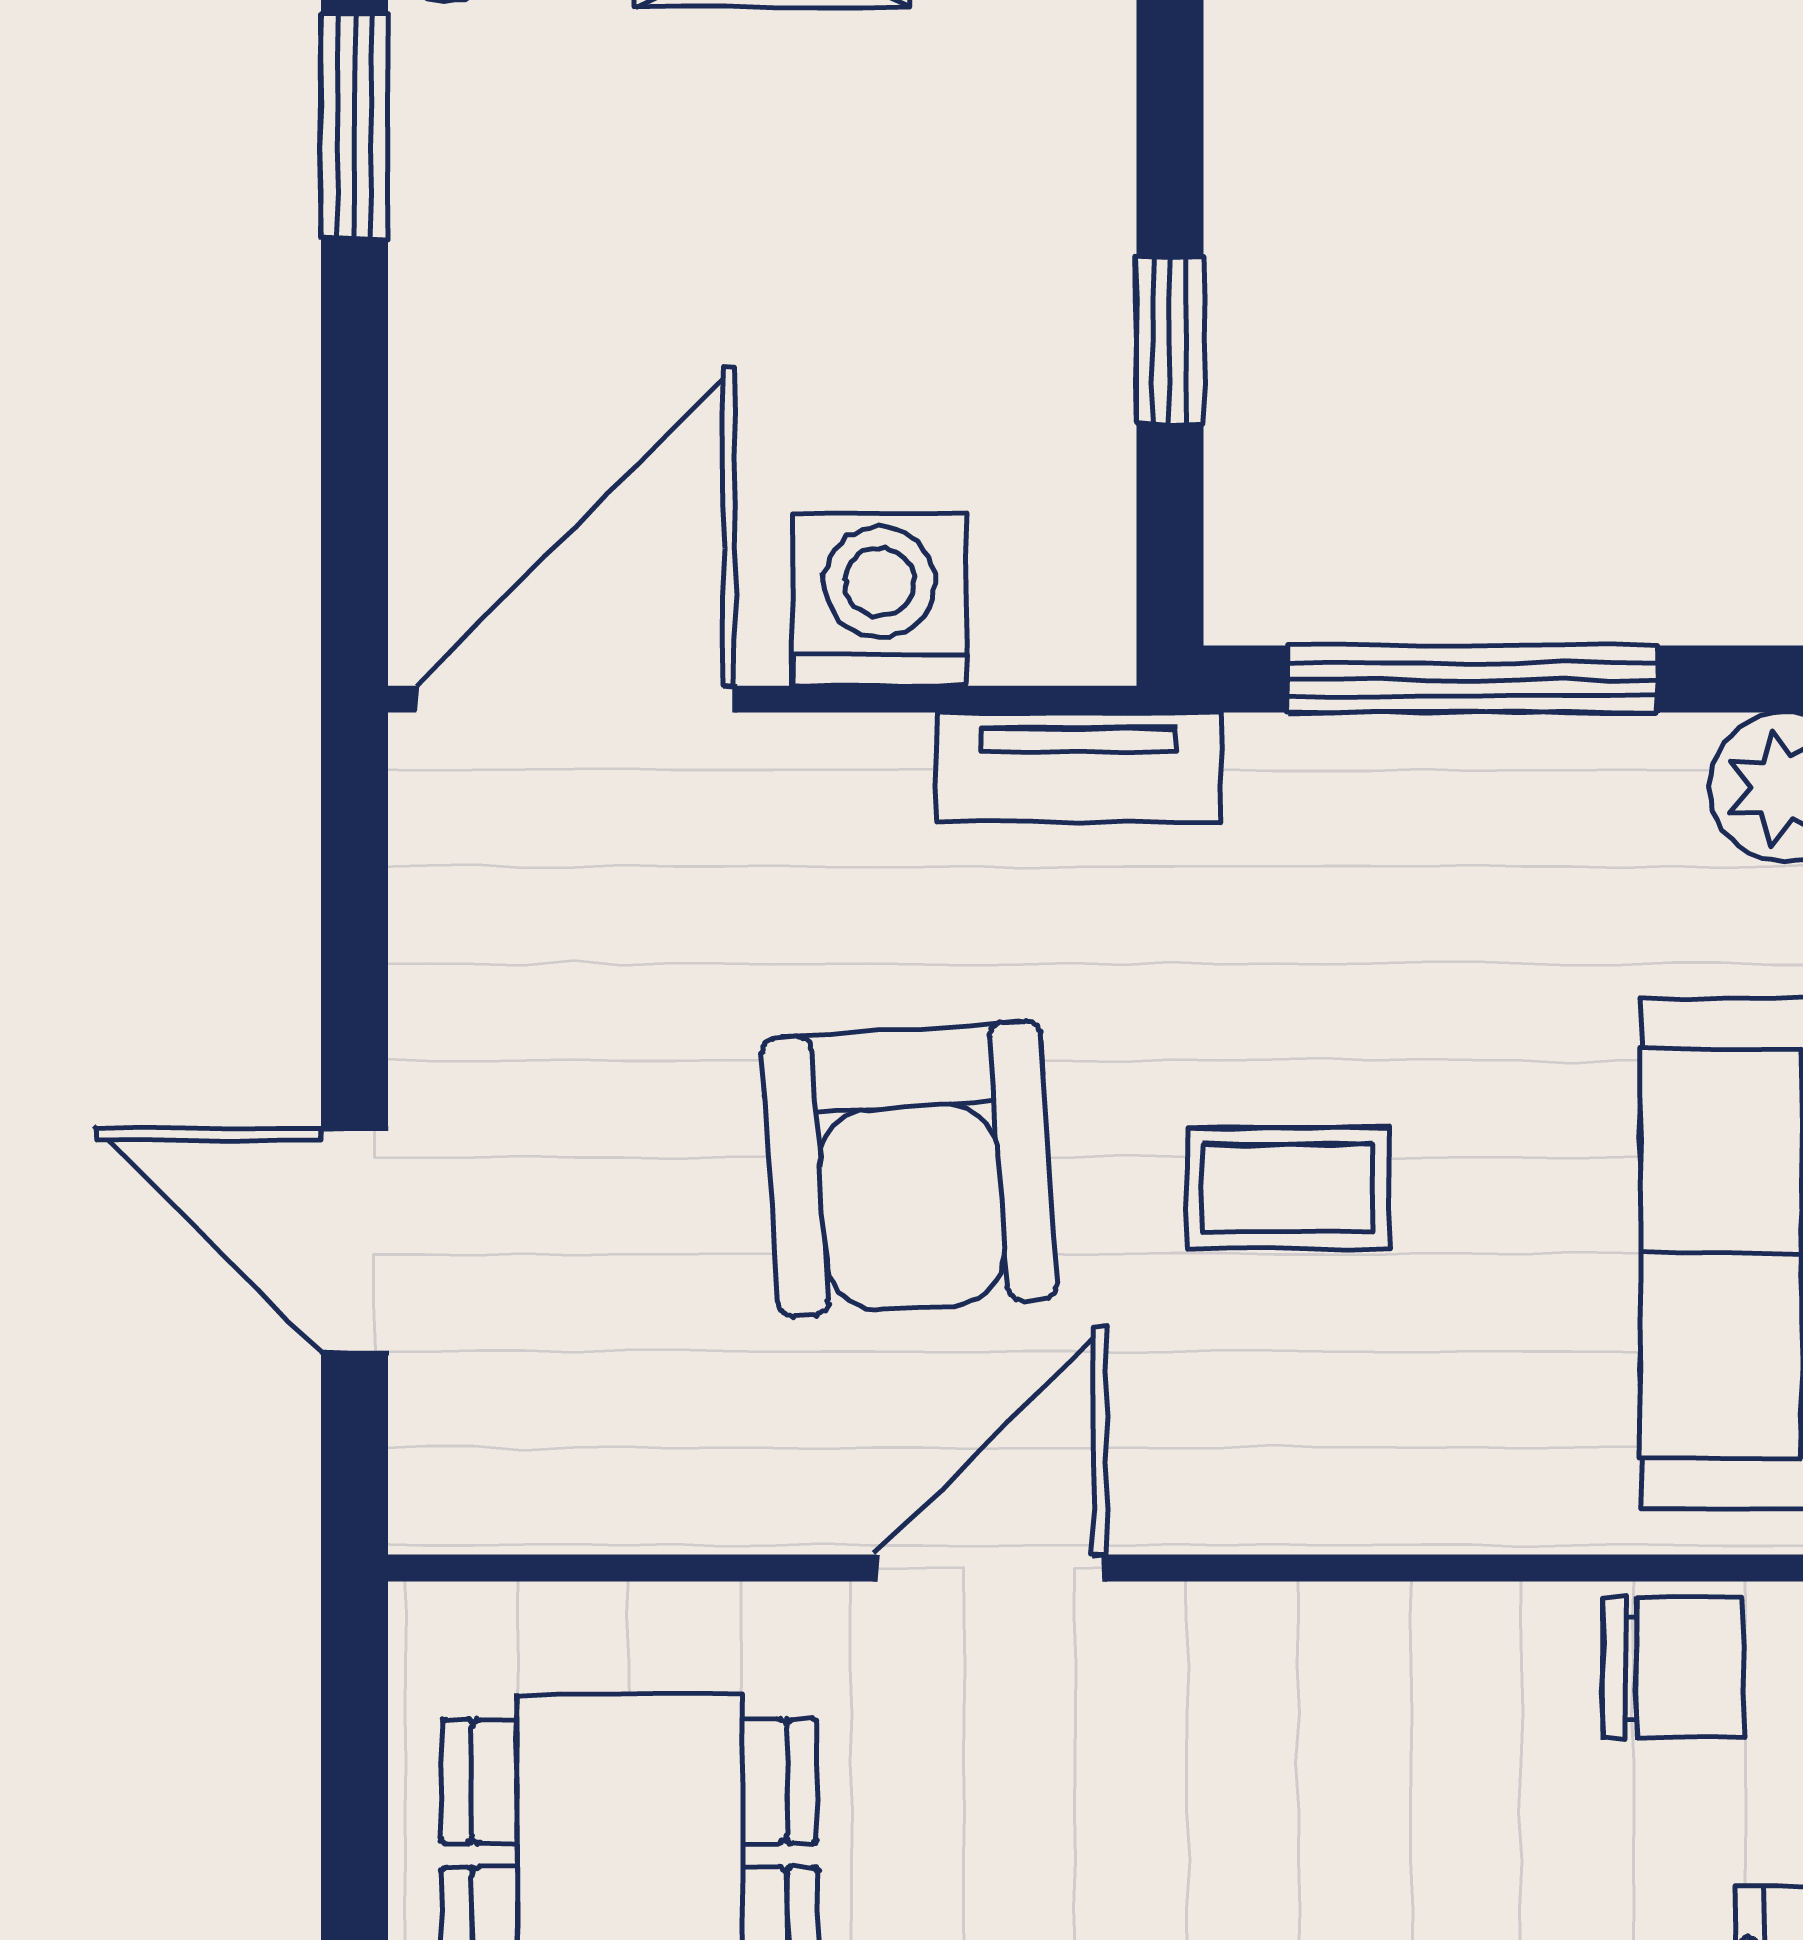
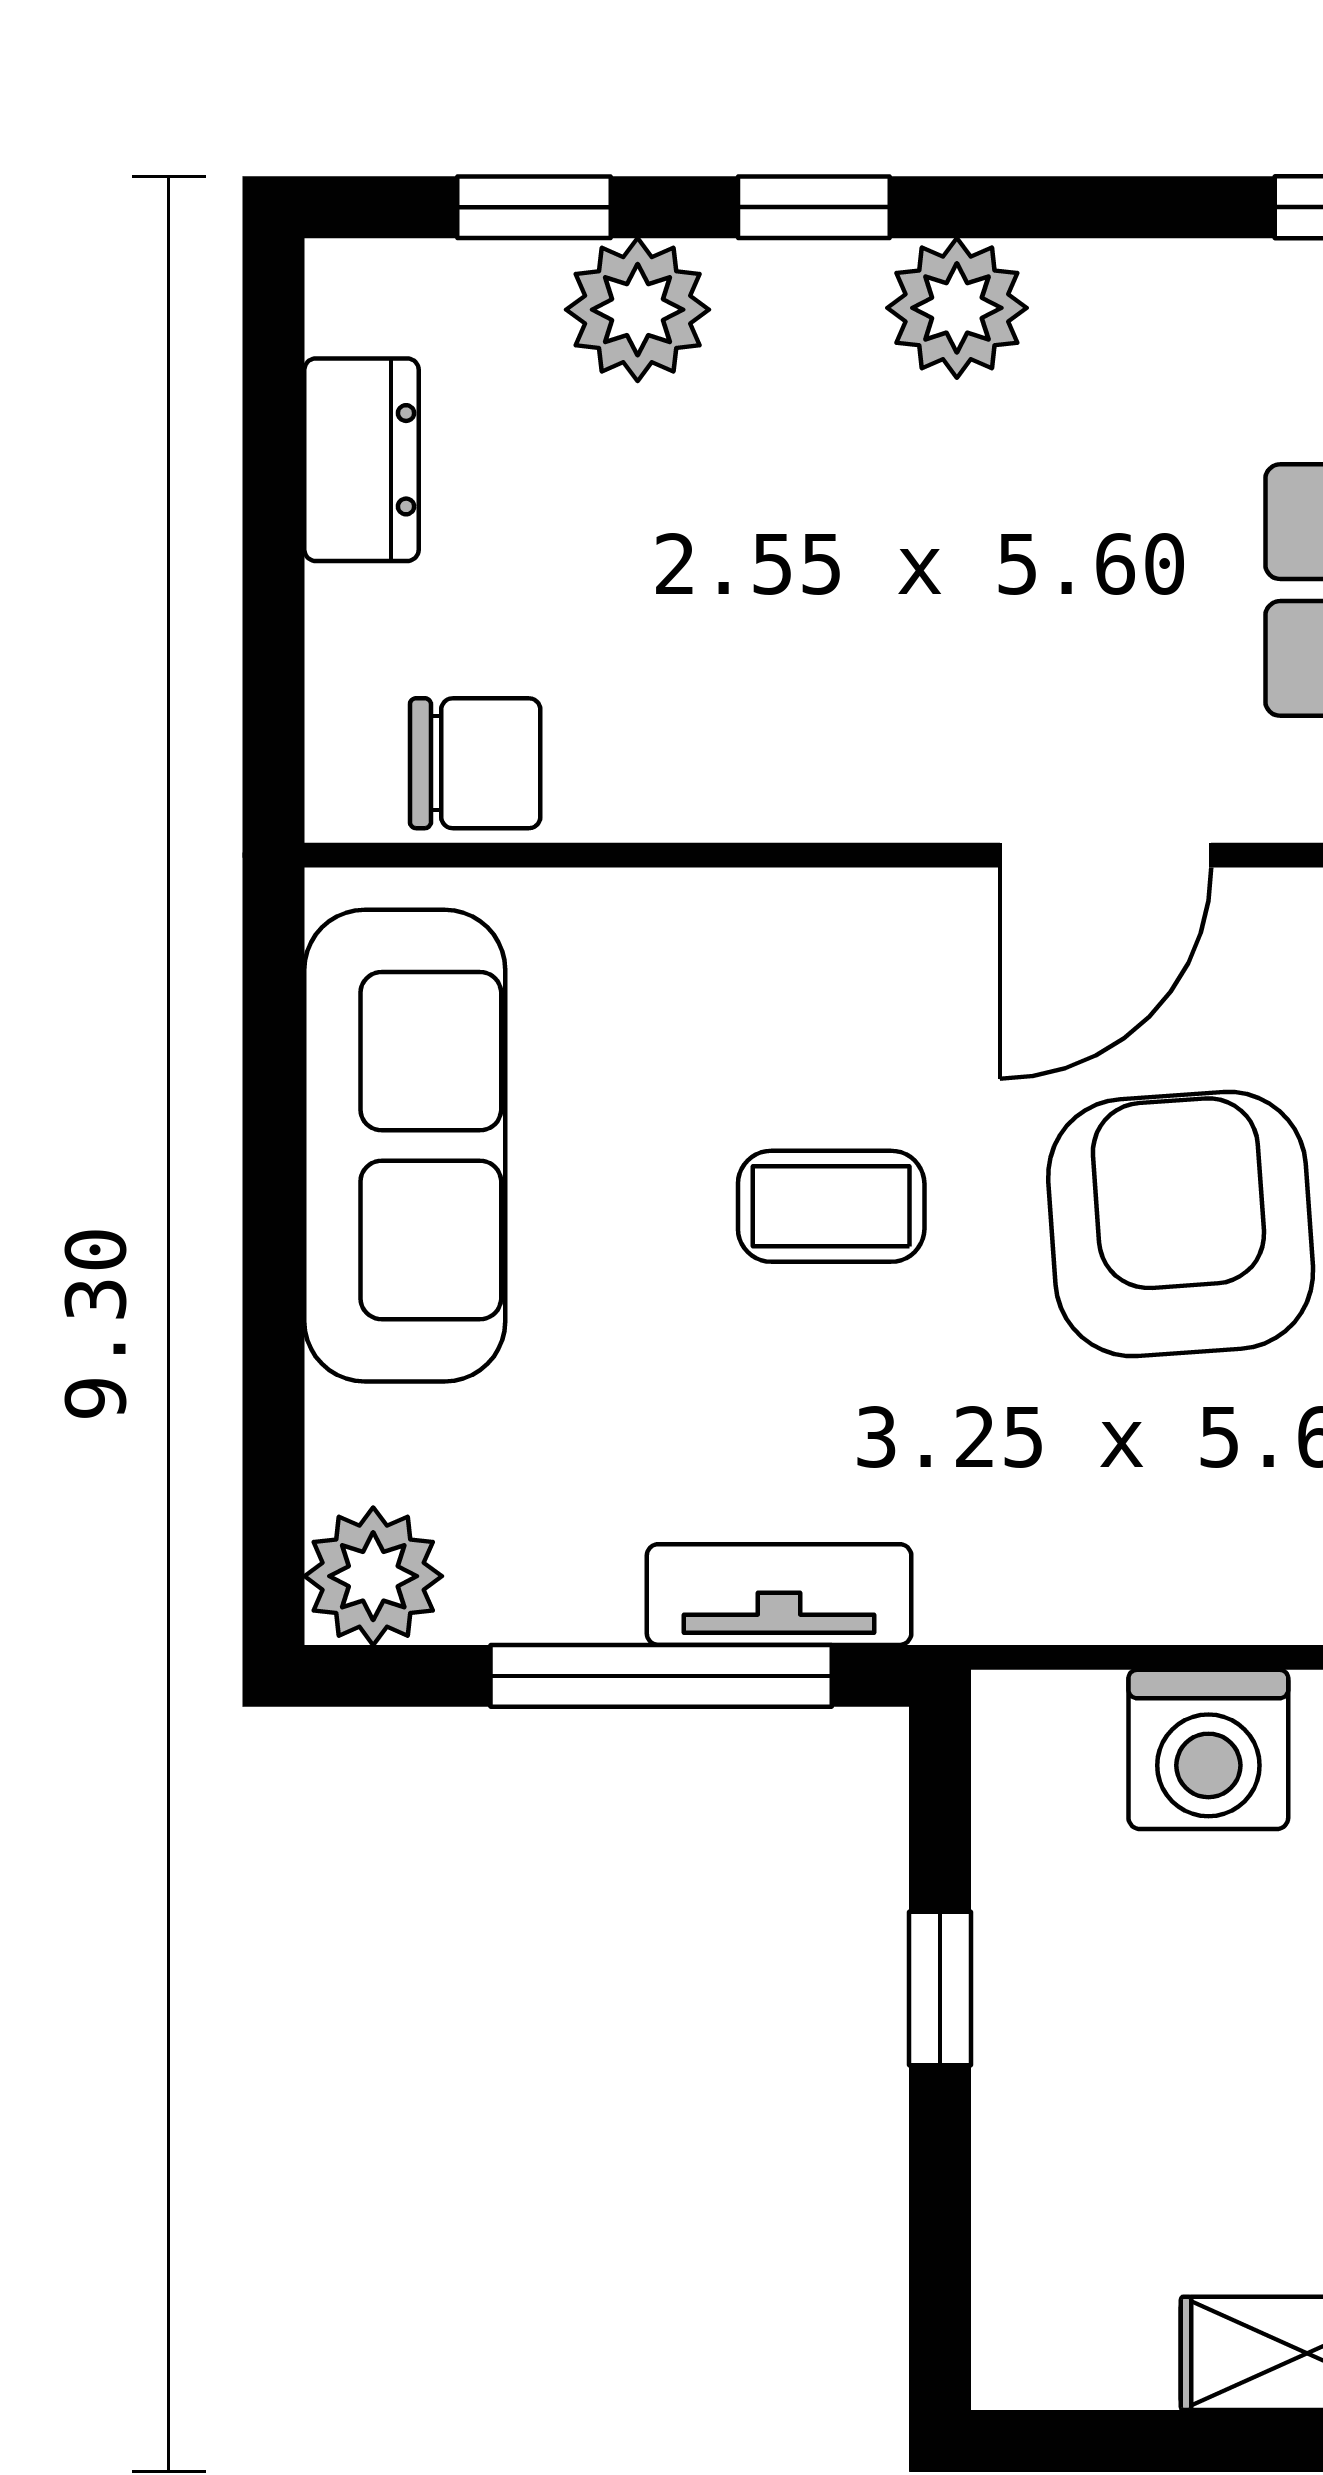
tv unit: (1079, 767) -> (779, 1595), moved
chair: (1674, 1668) -> (475, 763), turned 180

